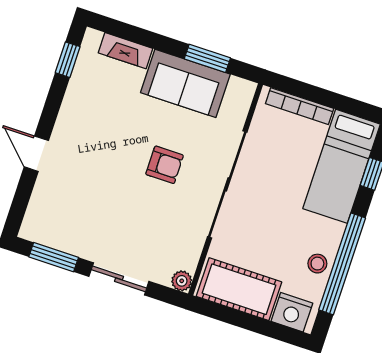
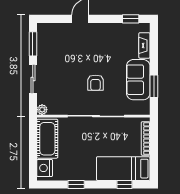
stool: (317, 264) -> (72, 173), removed
window: (342, 264) -> (76, 184), width x0.32

